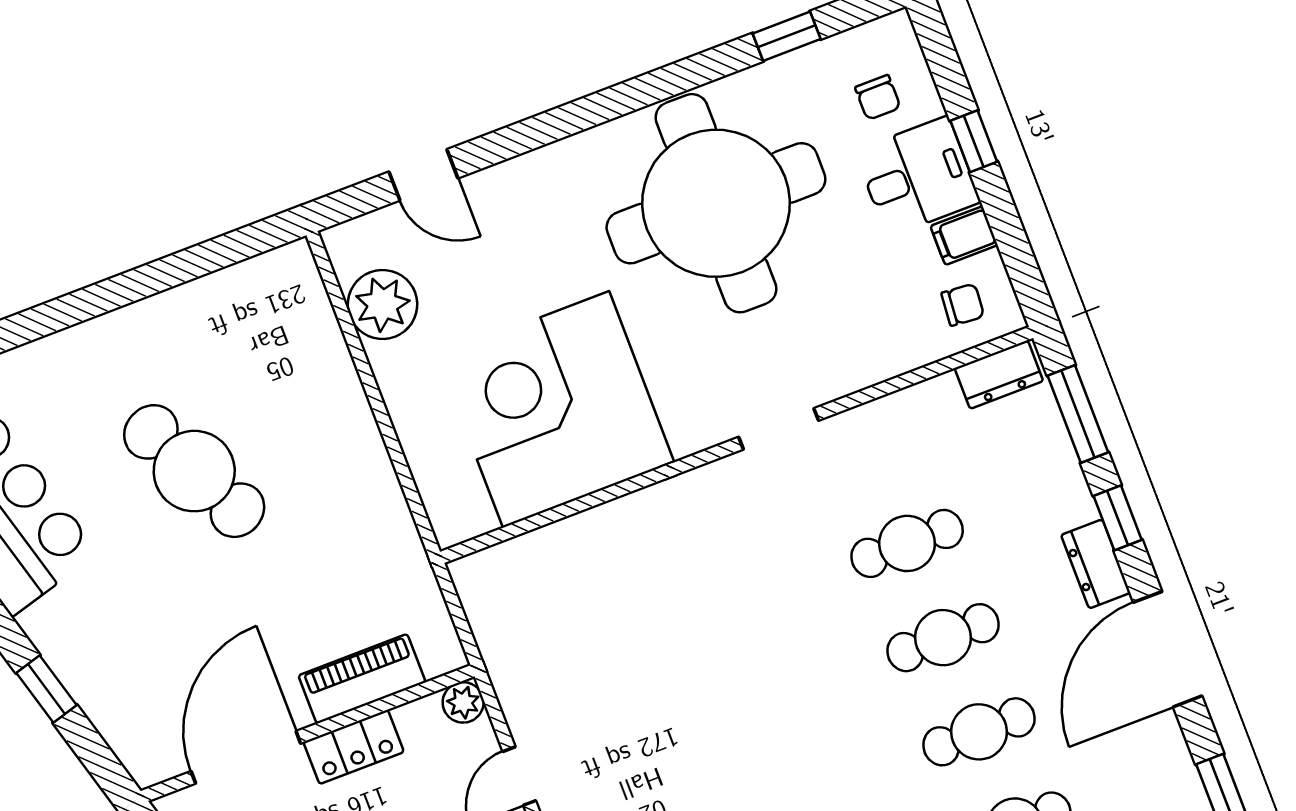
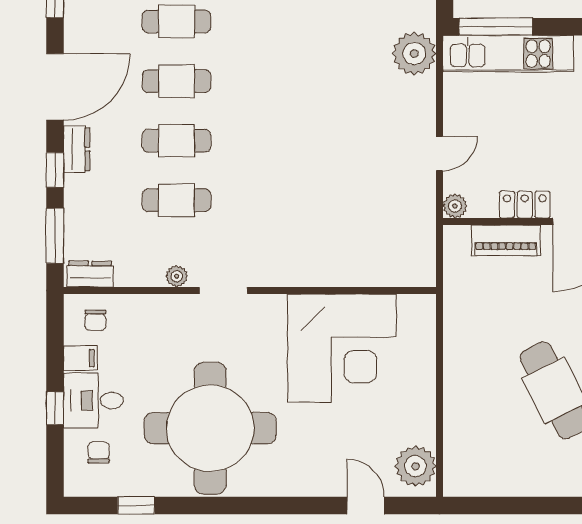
plant: (383, 304) -> (416, 466), moved
chair: (963, 305) -> (95, 320), turned -95
plant: (861, 423) -> (177, 276), added

